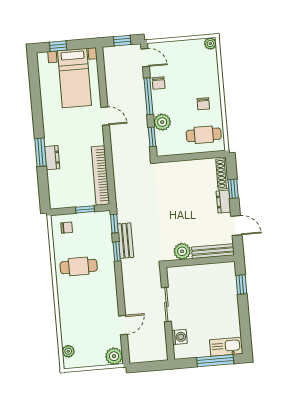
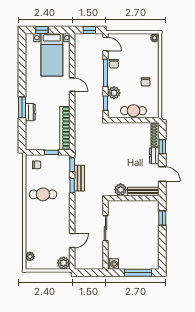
cafe table: (204, 135) -> (134, 111), moved
washing machine: (179, 337) -> (113, 264), moved
kitchen sink: (226, 347) -> (147, 263), removed

